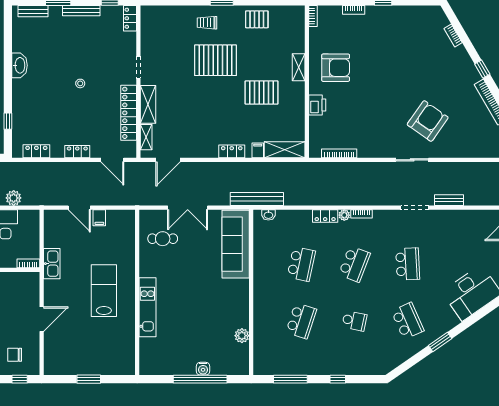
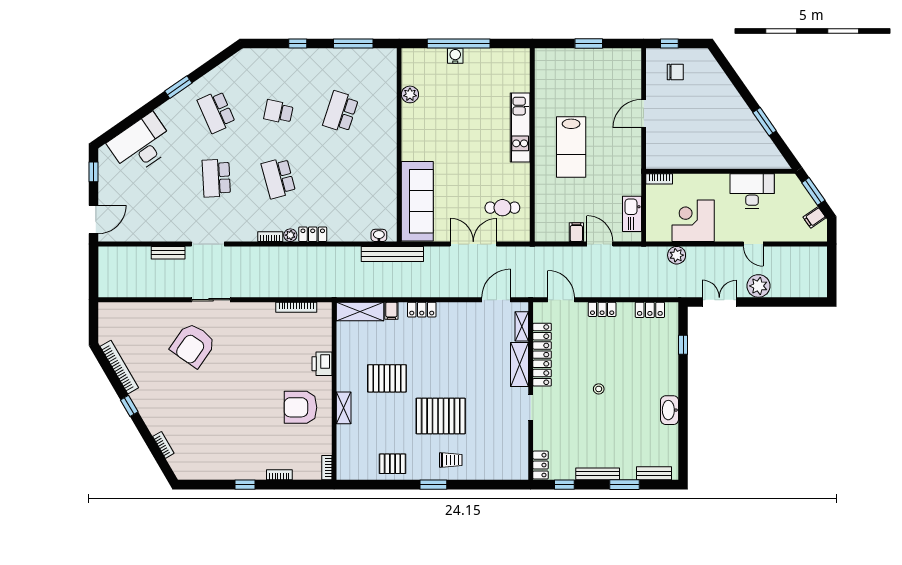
kitchen sink: (52, 264) -> (632, 214), moved
school desk: (301, 264) -> (341, 178), removed
school desk: (354, 264) -> (278, 178), turned -36

